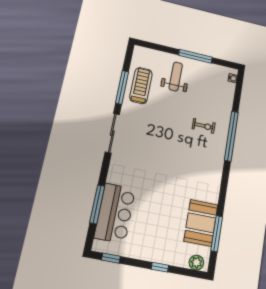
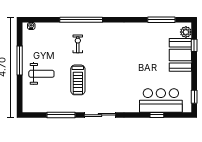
weight bench: (176, 77) -> (41, 74), turned 180
treadmill: (141, 86) -> (78, 80), moved, turned -90
window: (97, 204) -> (157, 115), width x0.46
booth: (201, 223) -> (180, 55), moved, turned 90
window: (160, 267) -> (194, 45), moved

